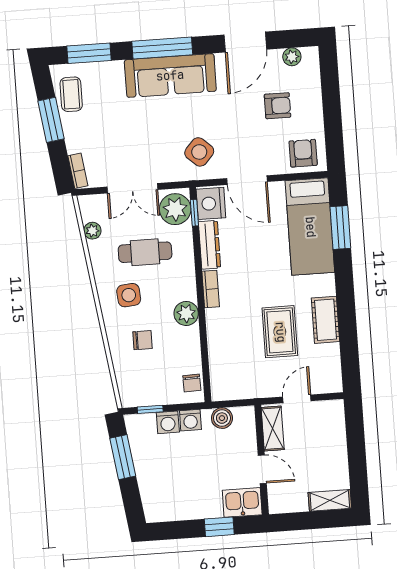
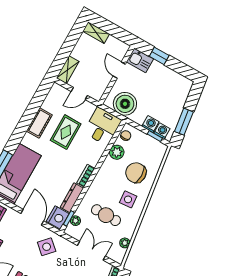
plant: (175, 209) -> (75, 221), width x0.53, depth x0.53
plant: (186, 313) -> (117, 152), moved
chair: (143, 340) -> (136, 173), width x1.87, depth x1.87
desk: (233, 374) -> (102, 126), added
boiler: (222, 418) -> (125, 104), width x1.86, depth x1.86
washing machine: (190, 420) -> (162, 131), moved
shelving: (273, 429) -> (68, 70), moved

